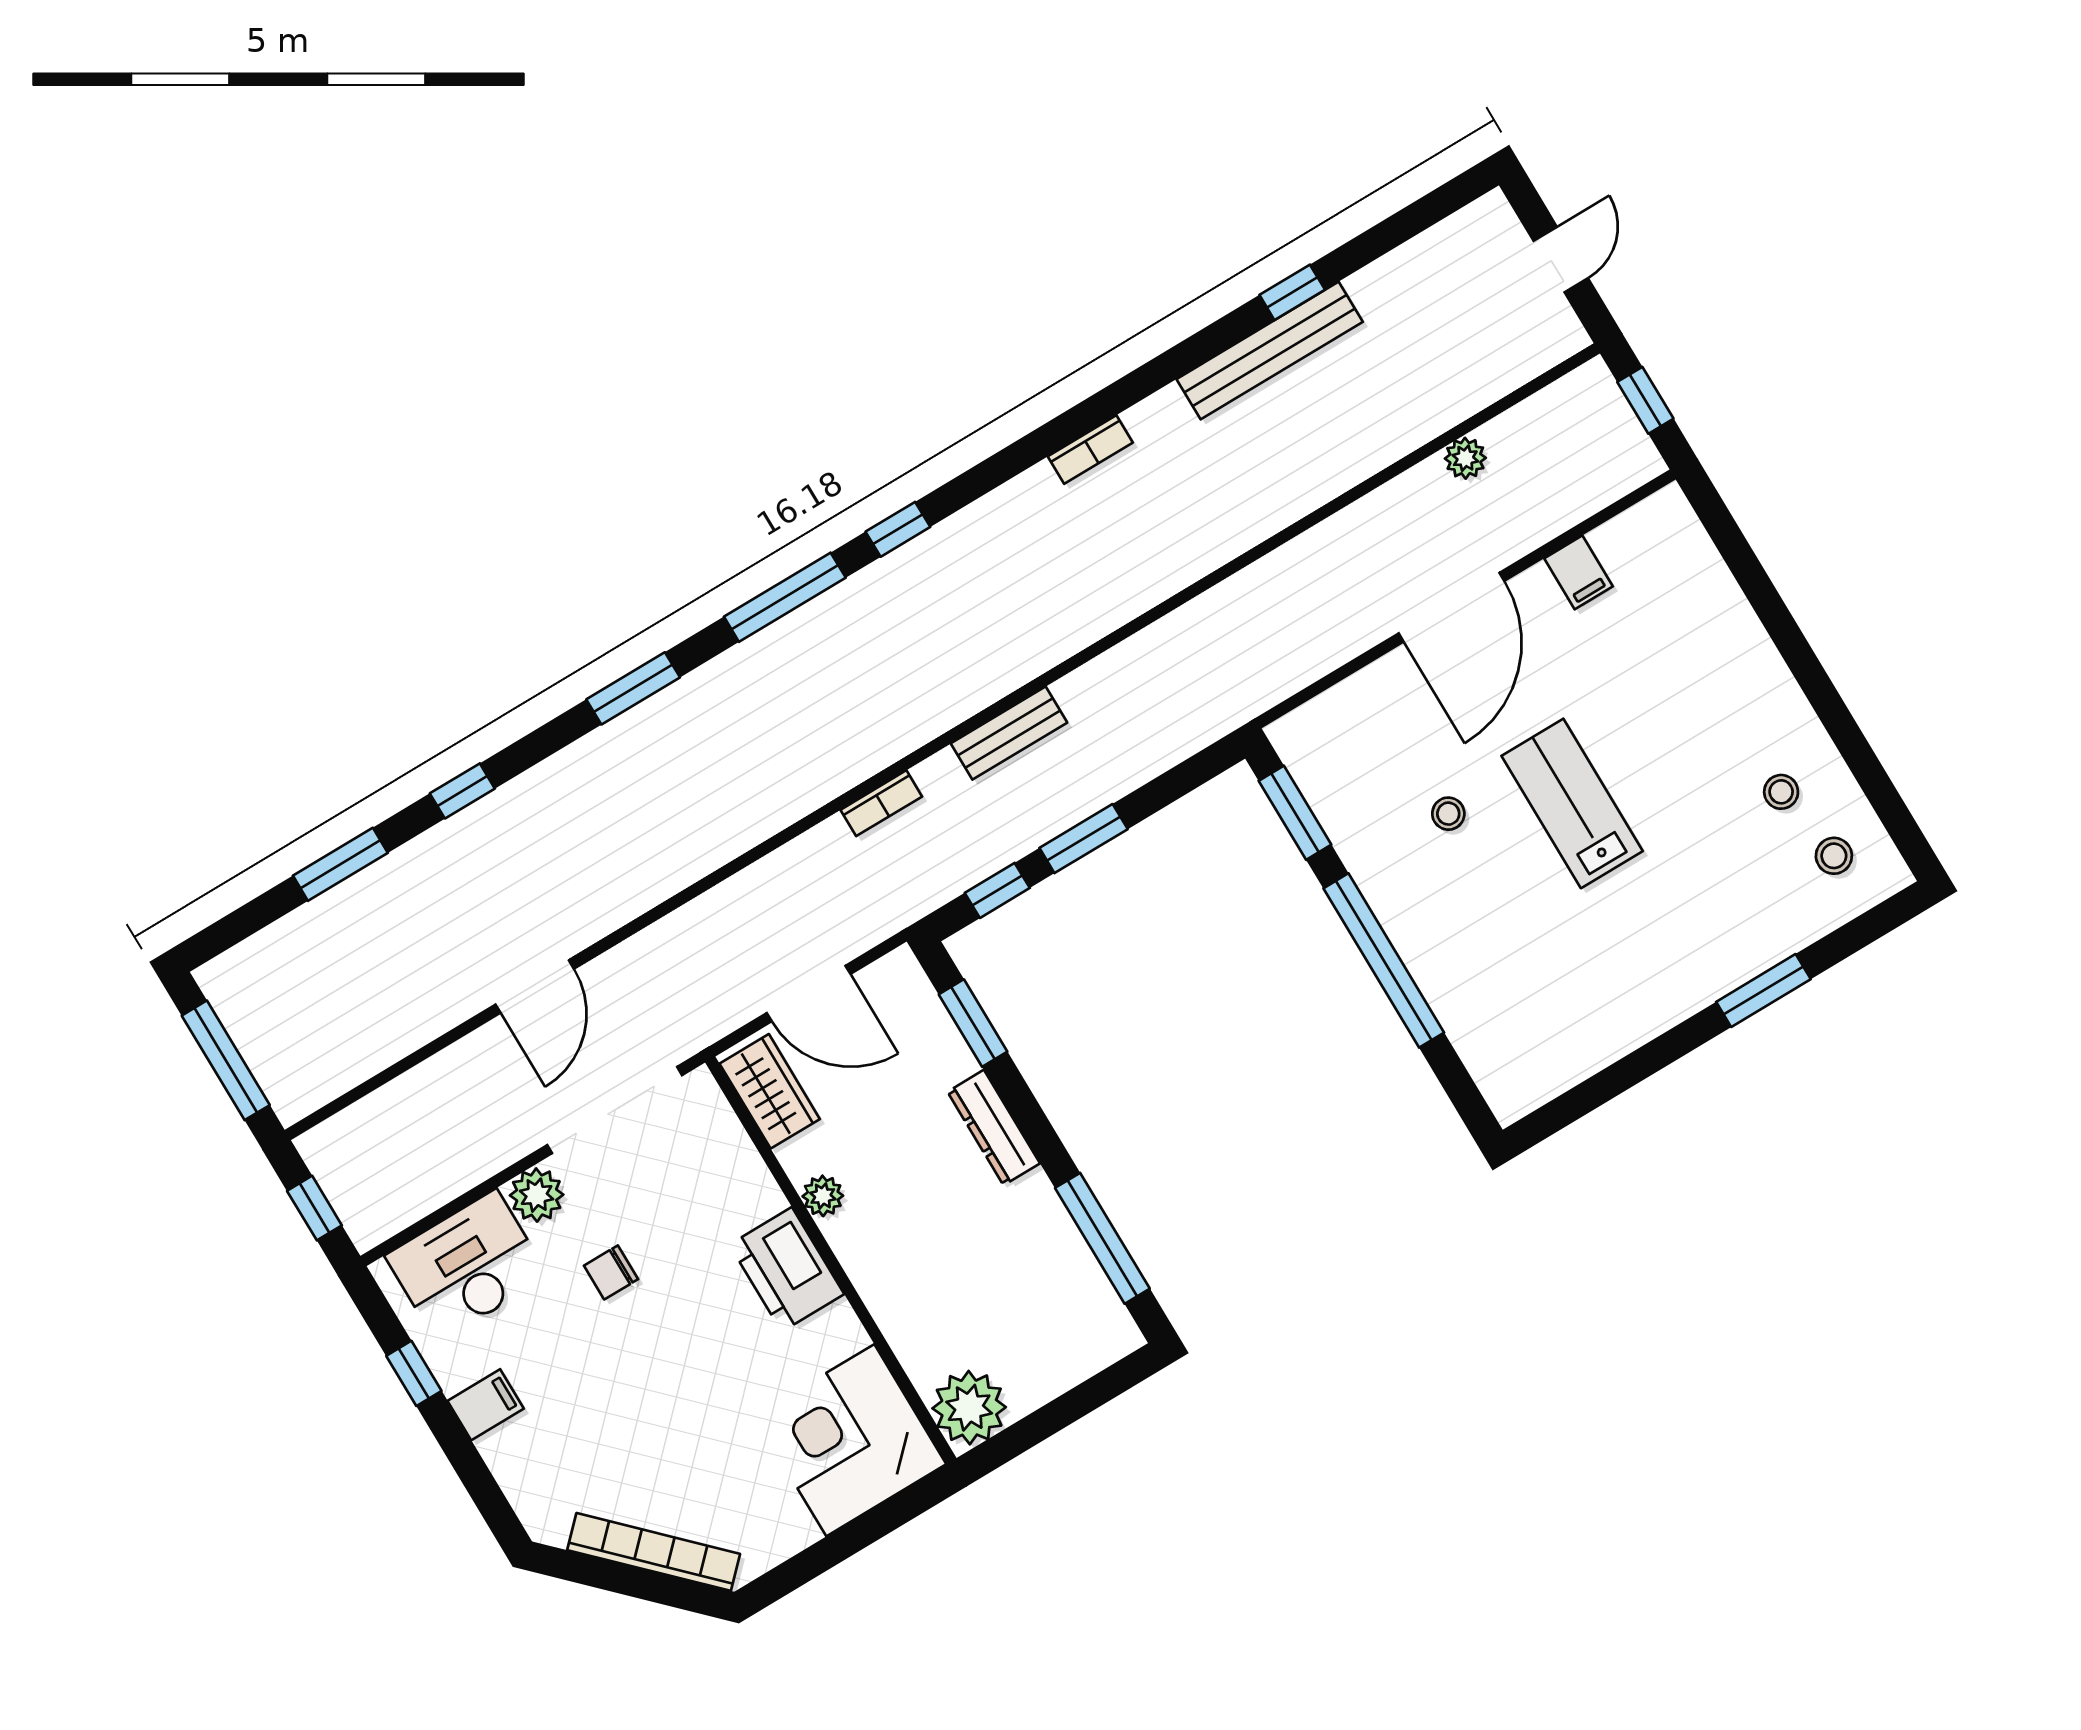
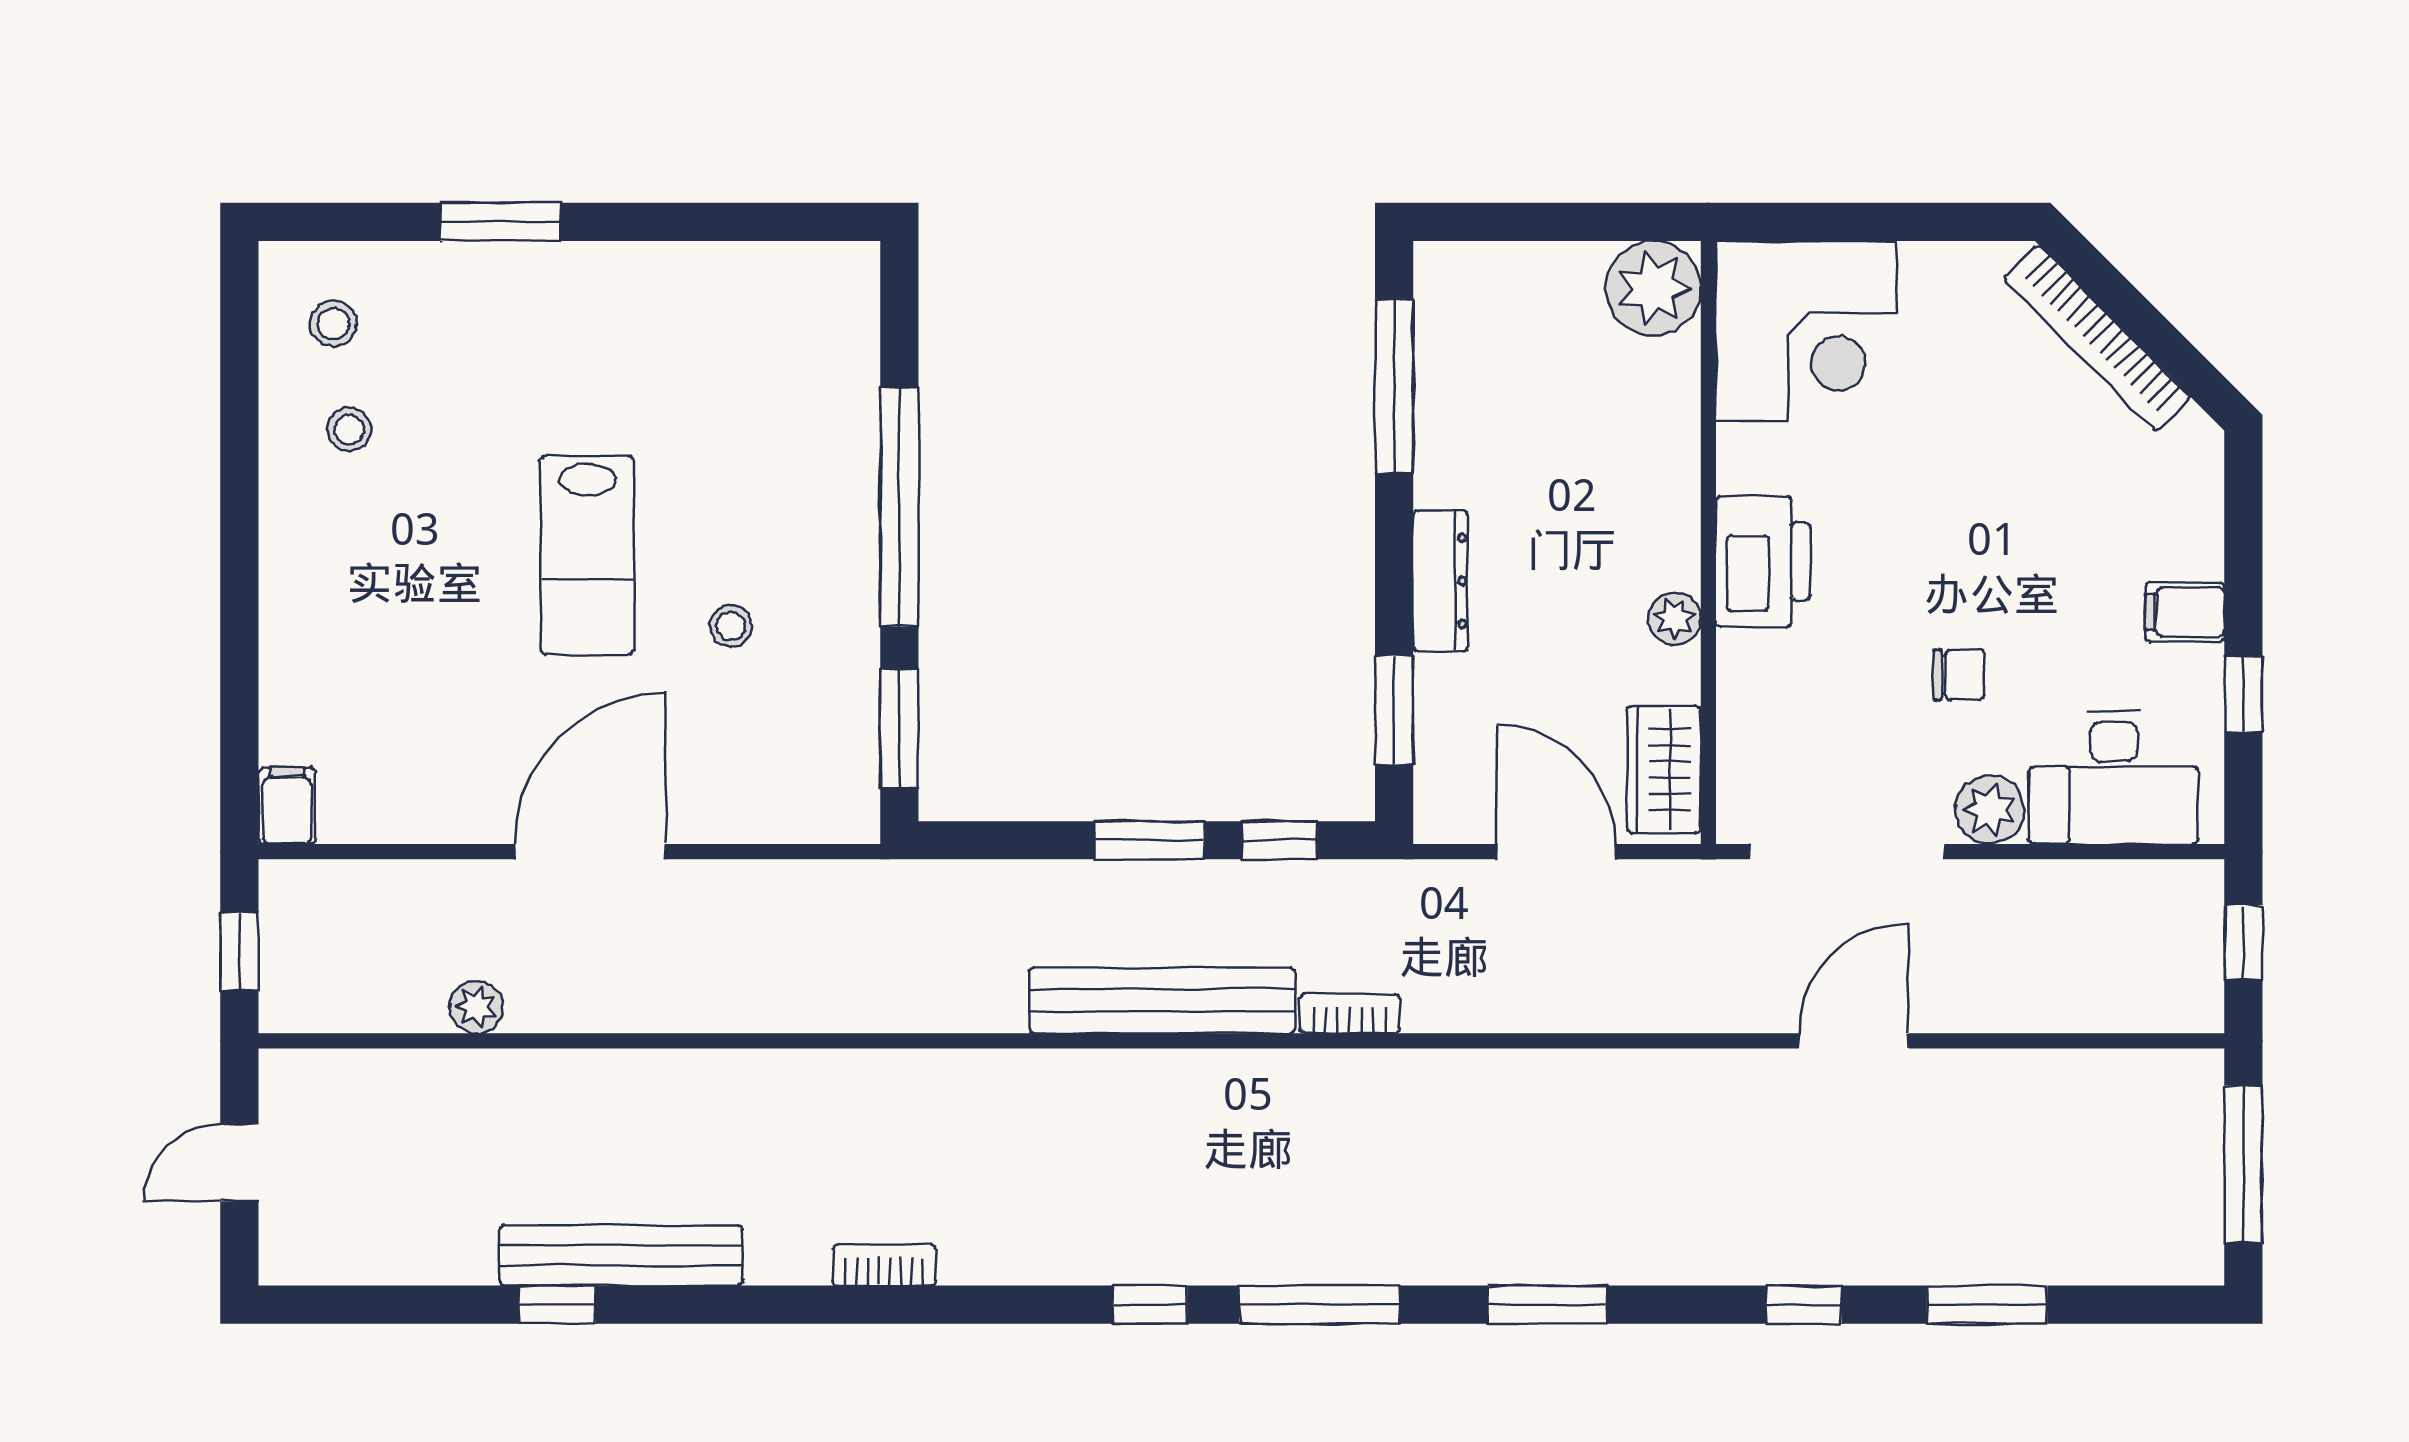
filing cabinet: (1578, 572) -> (287, 806), moved
bench: (1009, 733) -> (1162, 1000), width x1.86, depth x1.21

